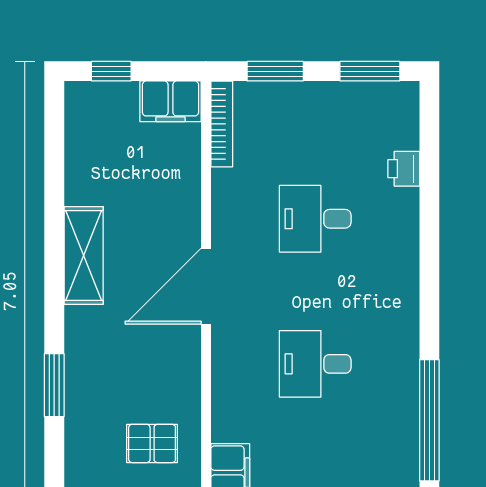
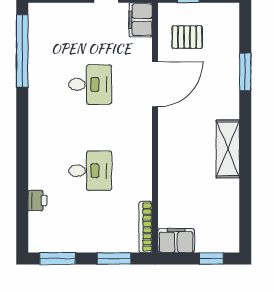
door: (206, 286) -> (155, 84), moved

